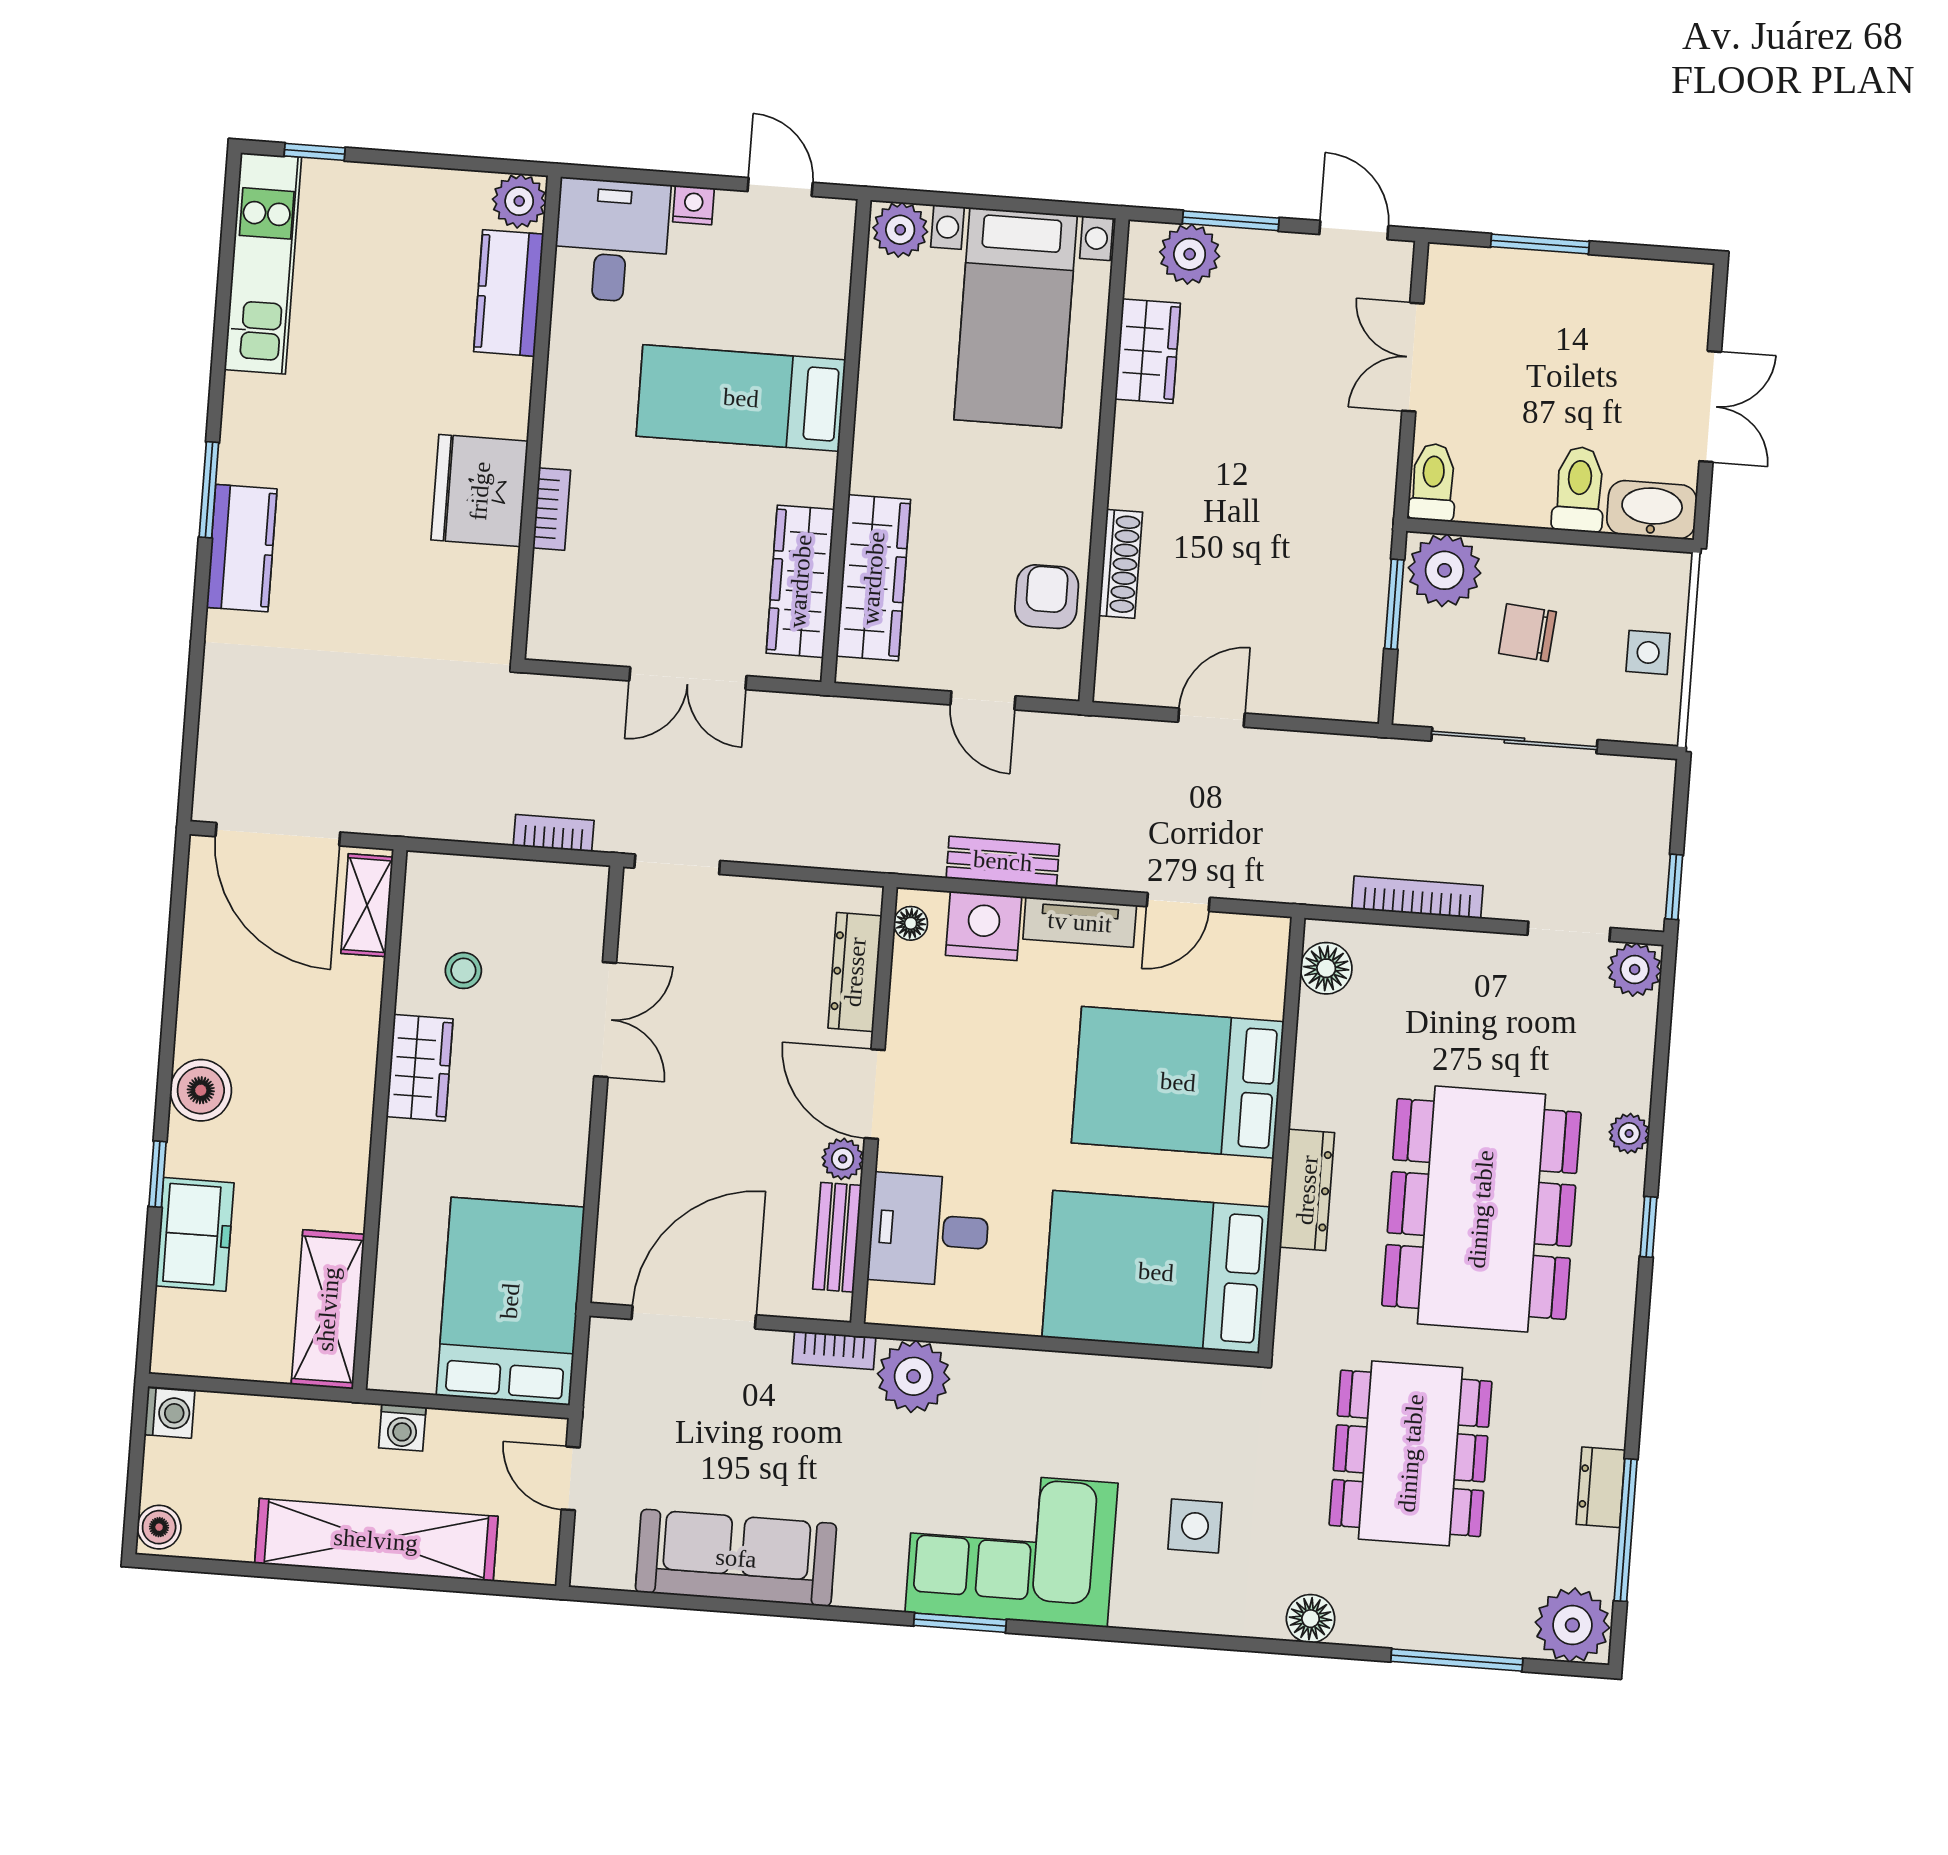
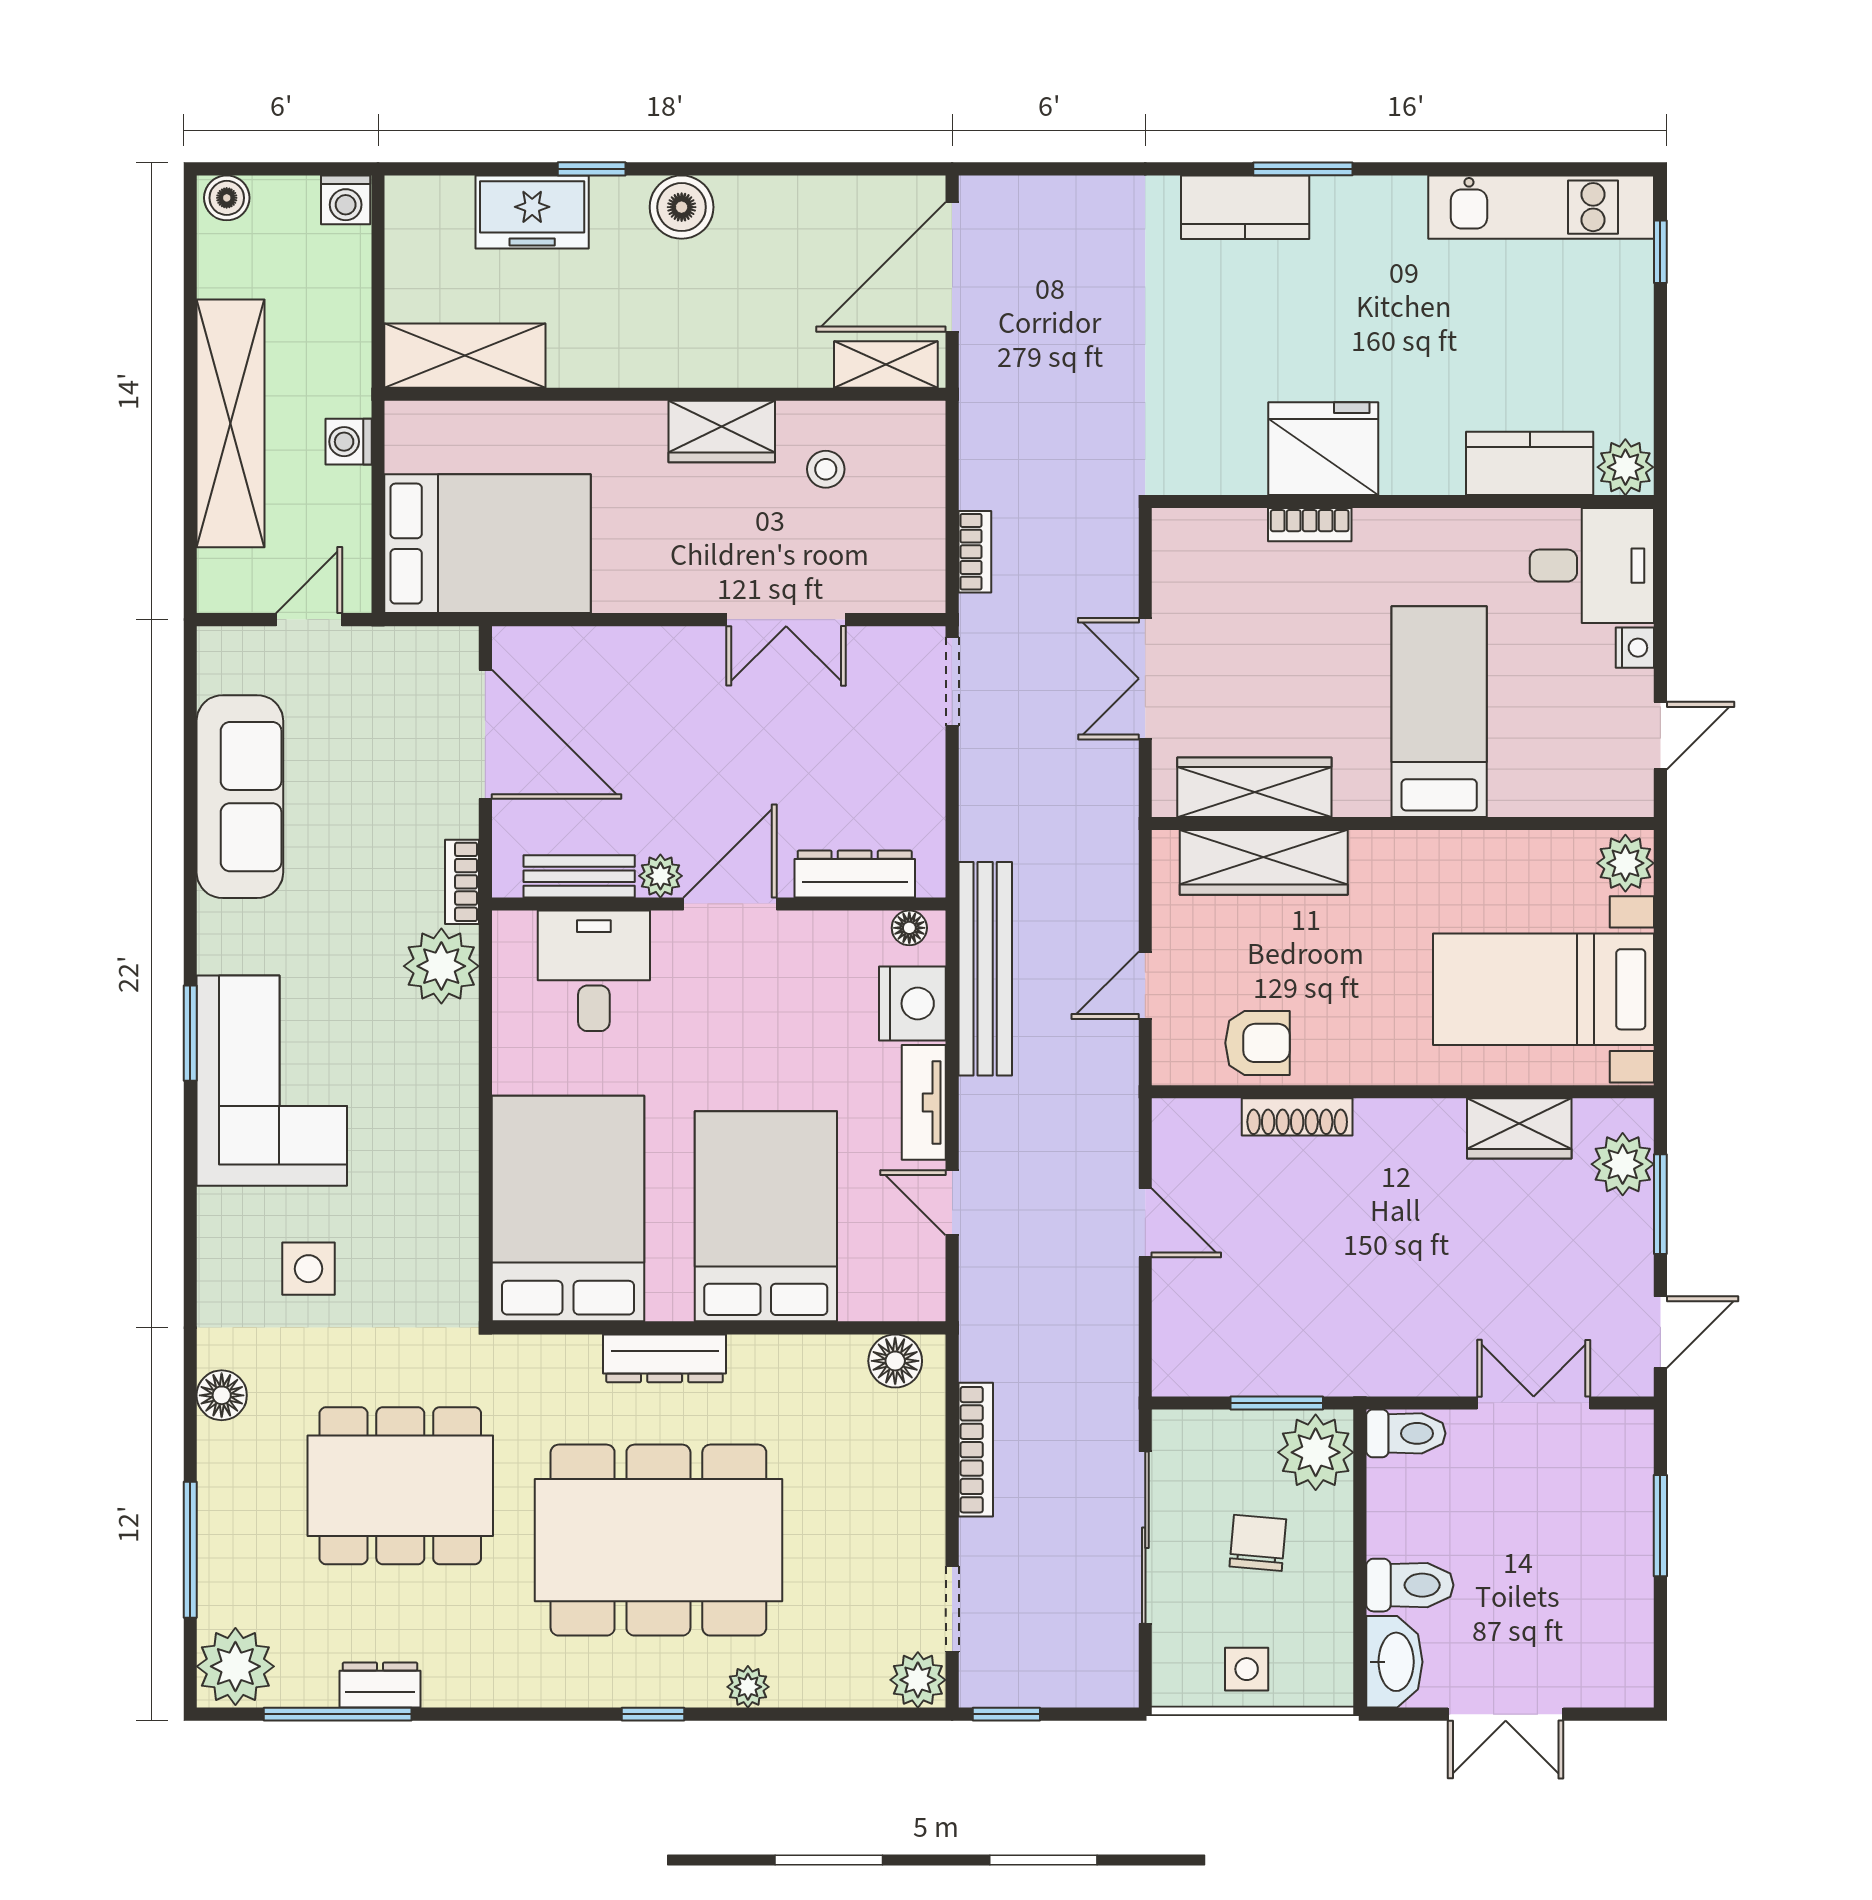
bench: (1003, 861) -> (985, 969), width x1.86, depth x1.21

